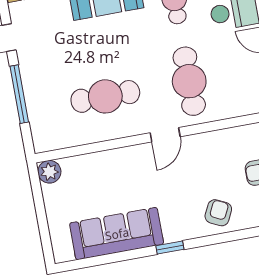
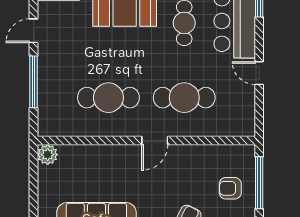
cafe table: (189, 81) -> (184, 98), turned 90

